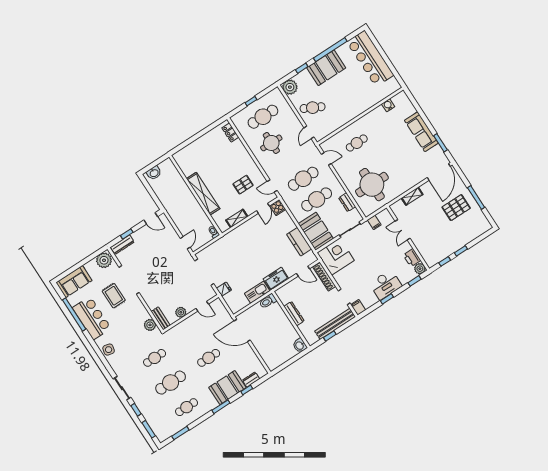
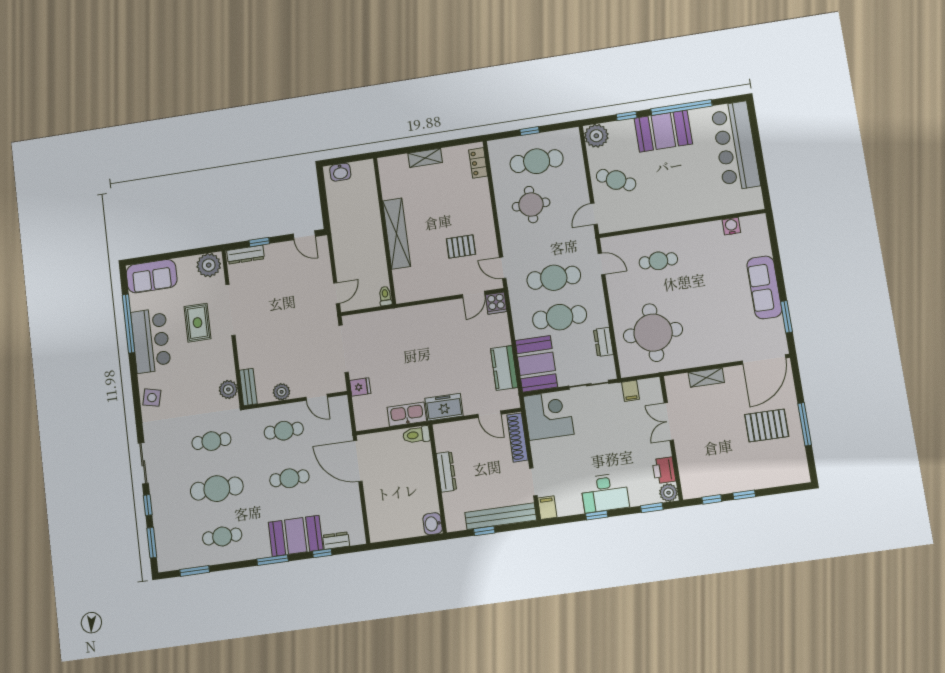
shelving: (237, 218) -> (425, 158), moved
cafe table: (193, 333) -> (284, 431), added

